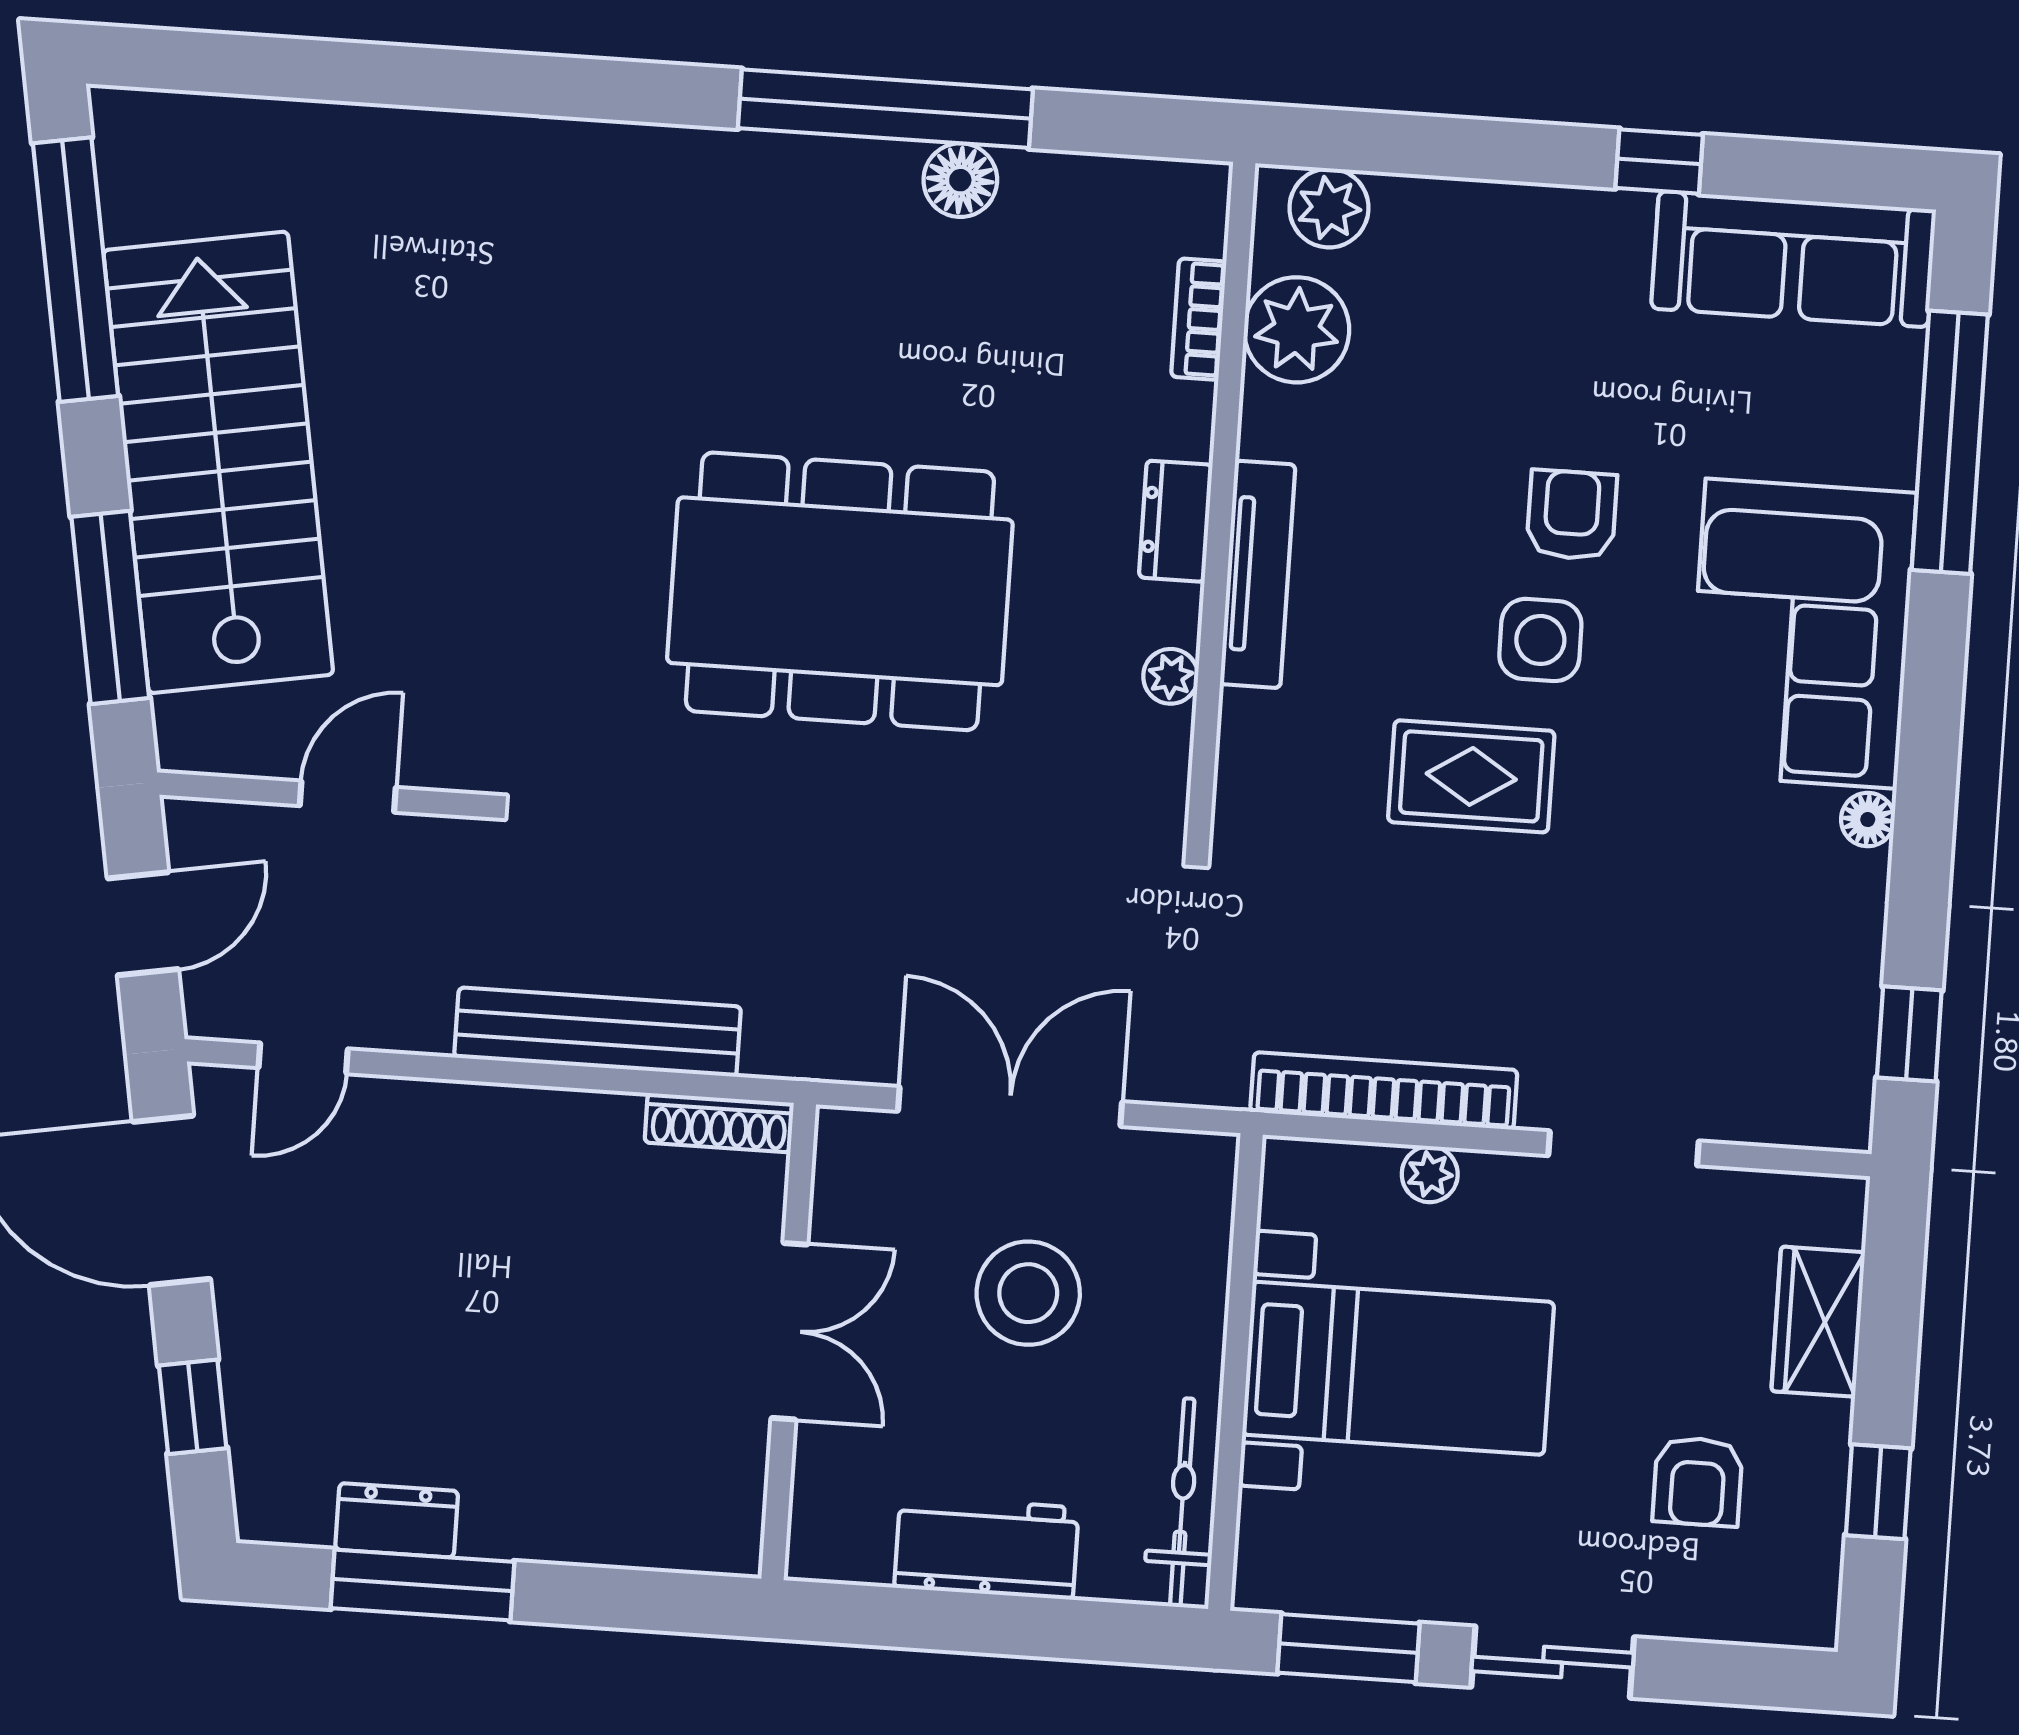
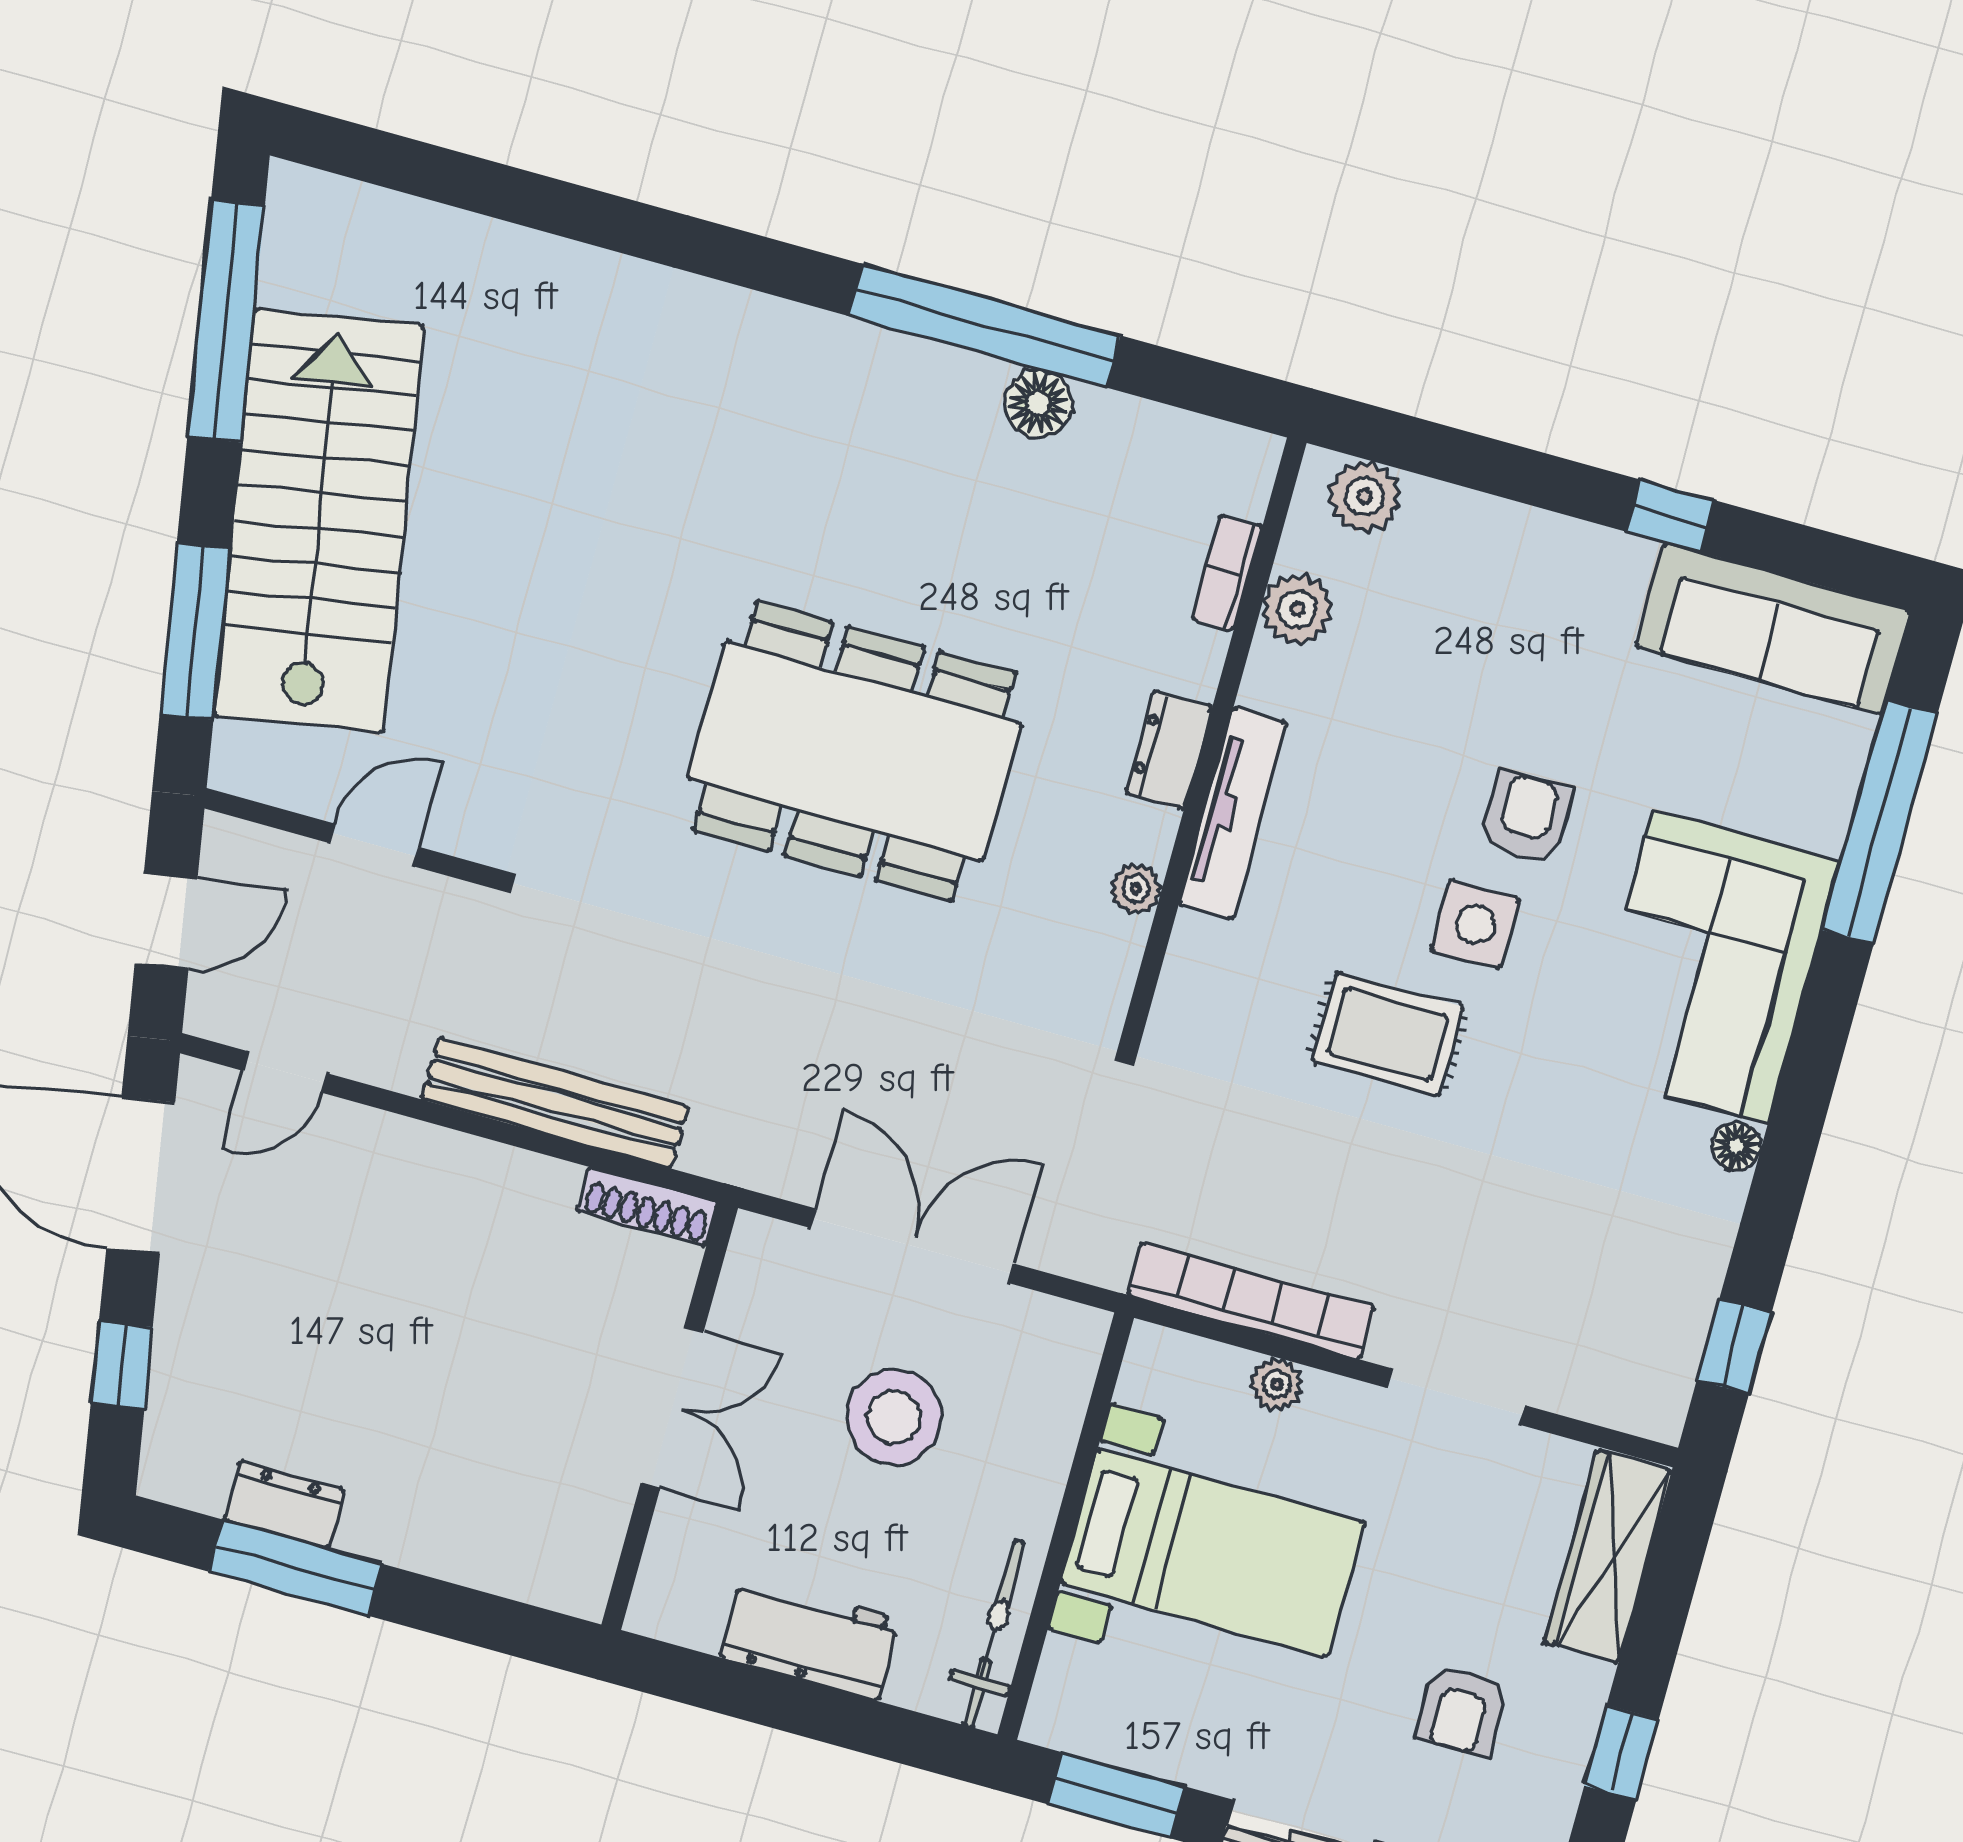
plant: (1297, 330) -> (1297, 609), width x0.73, depth x0.73
wardrobe: (1818, 1322) -> (1608, 1556), width x1.50

